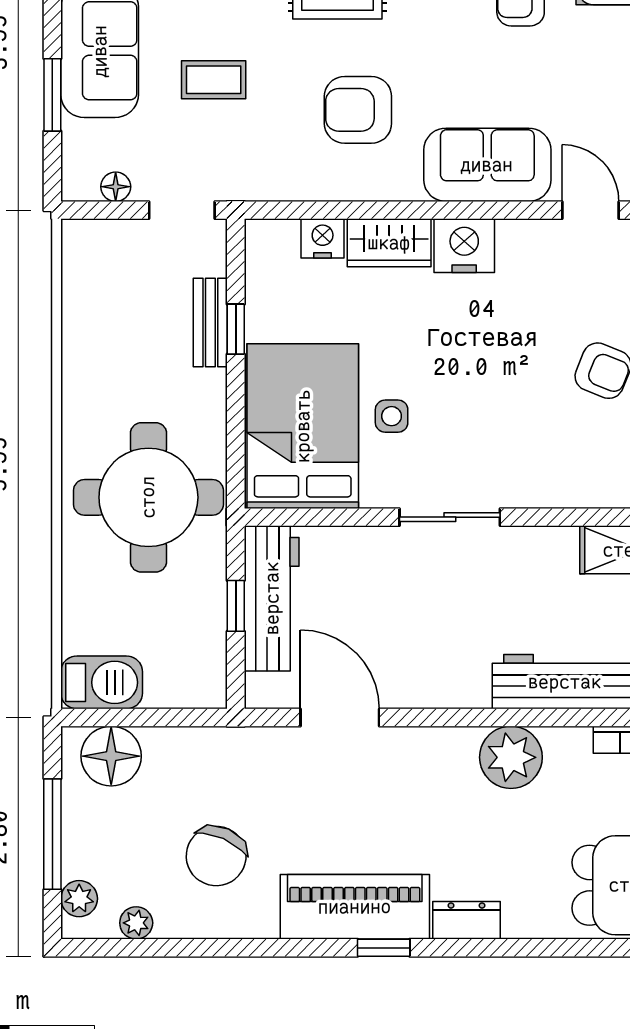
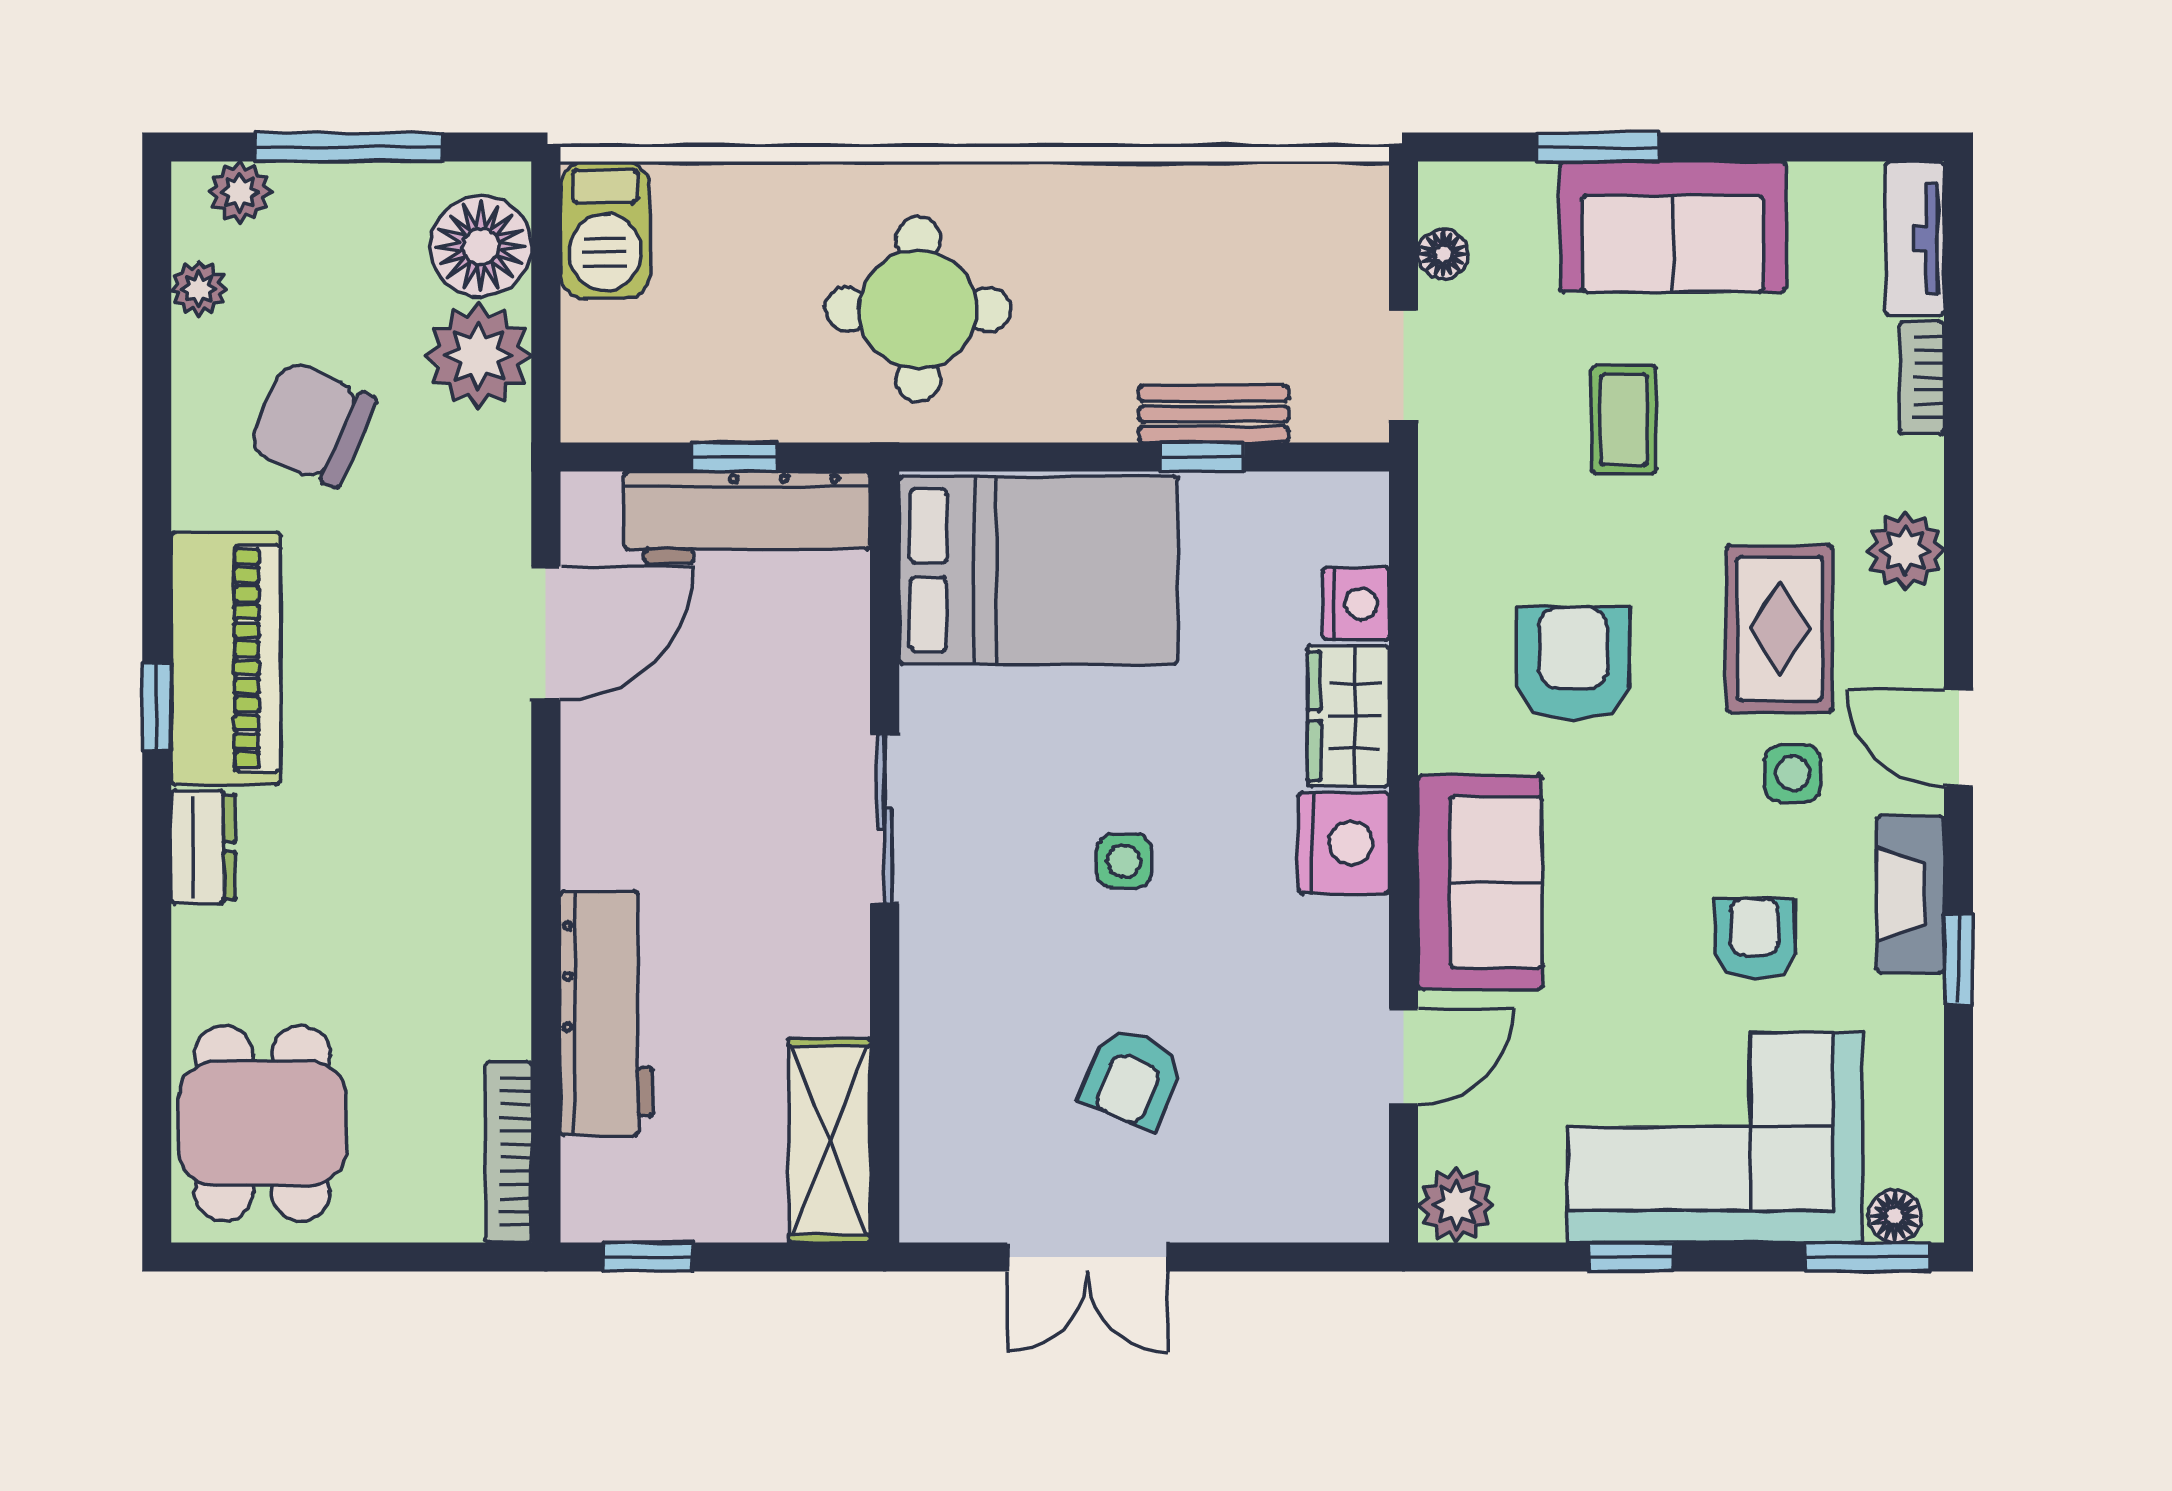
side table: (392, 416) -> (1124, 861), moved
round table: (148, 497) -> (918, 309), width x0.73, depth x0.73
plant: (511, 757) -> (479, 356), moved

